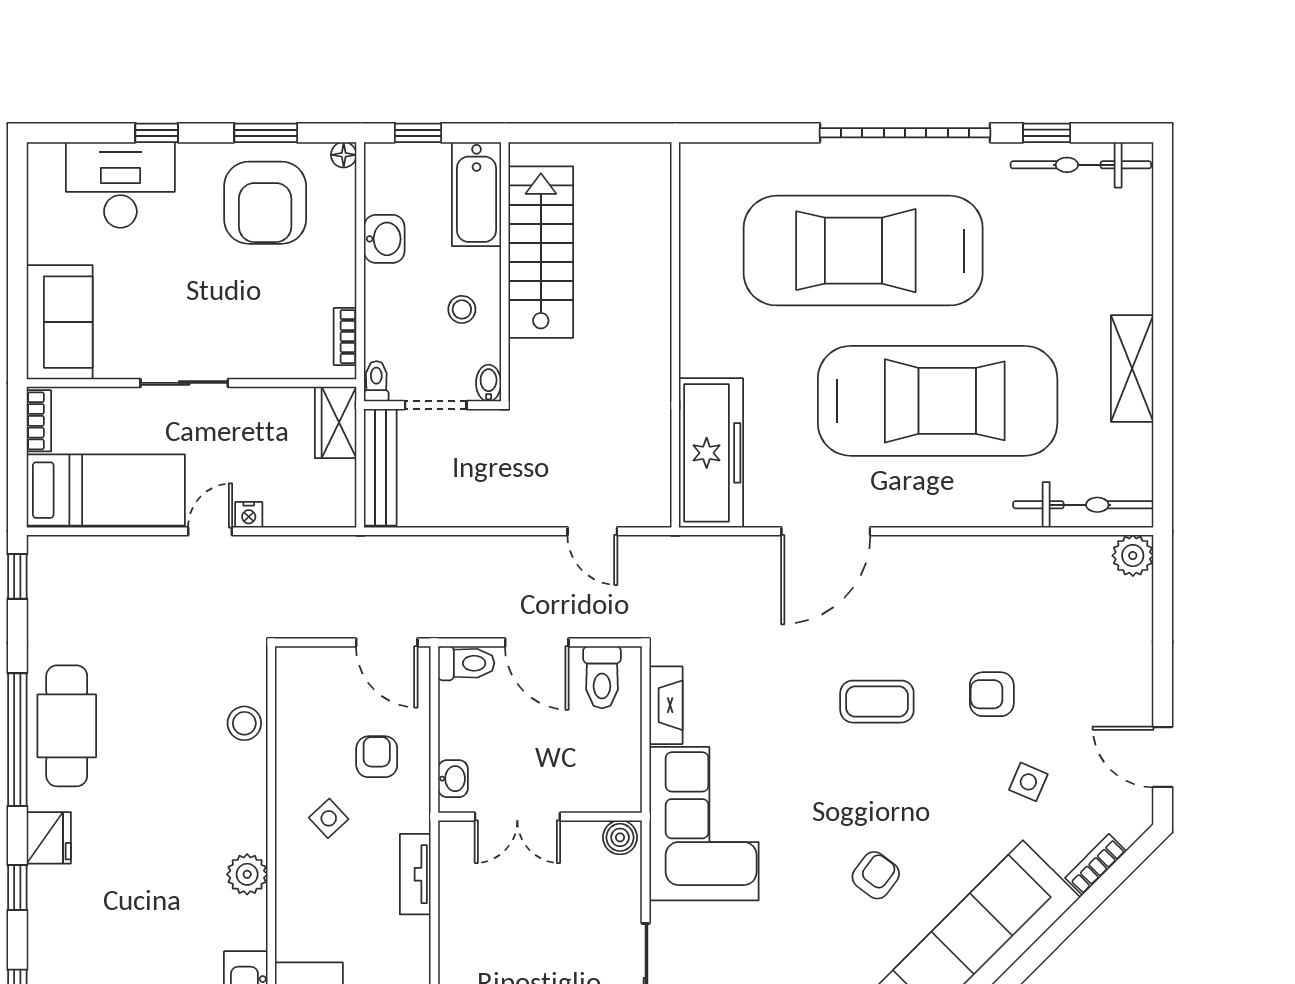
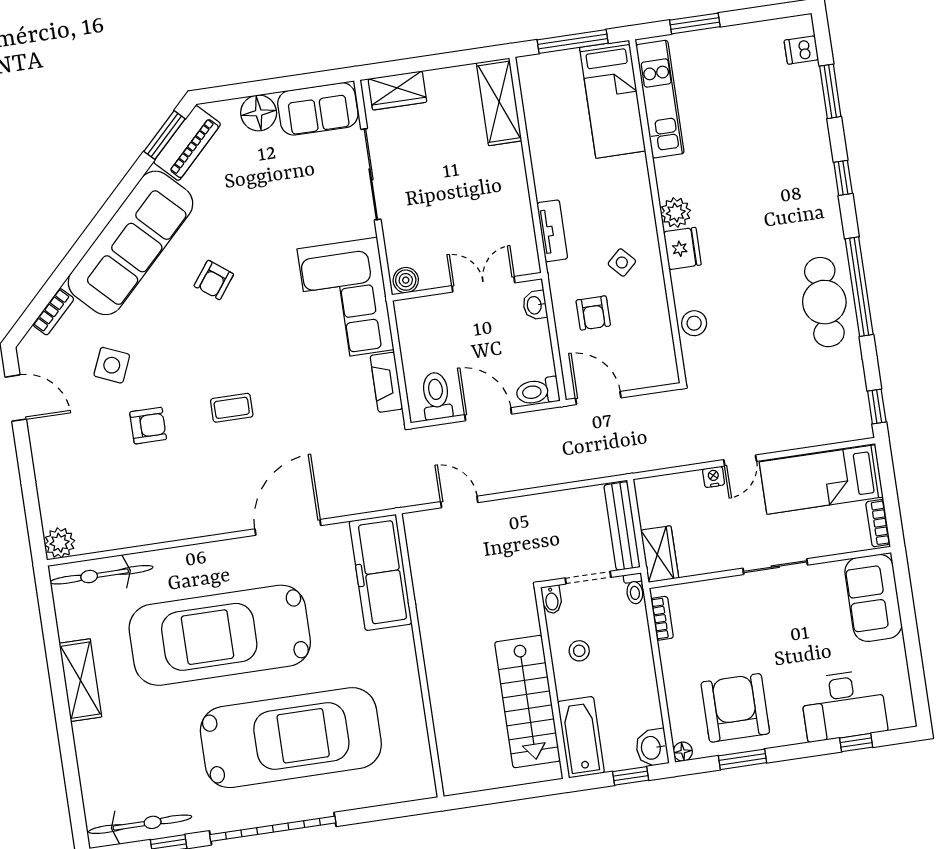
window: (157, 133) -> (856, 743), moved
washbasin: (384, 239) -> (652, 748), moved
coffee table: (877, 702) -> (232, 408), width x0.73, depth x0.77
side table: (1028, 782) -> (112, 365), width x1.37, depth x1.37
fridge: (49, 838) -> (682, 248), moved, turned 180

